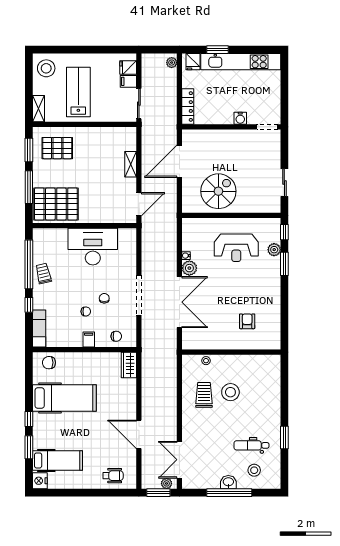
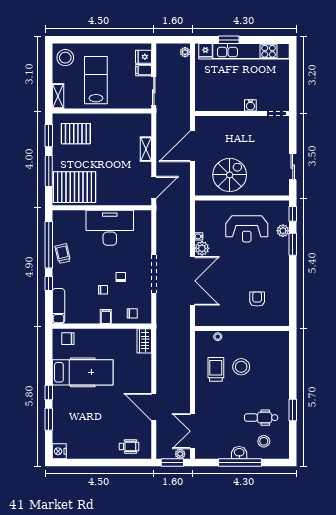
locker: (188, 107) -> (200, 94), removed
hospital bed: (57, 460) -> (76, 432), removed

